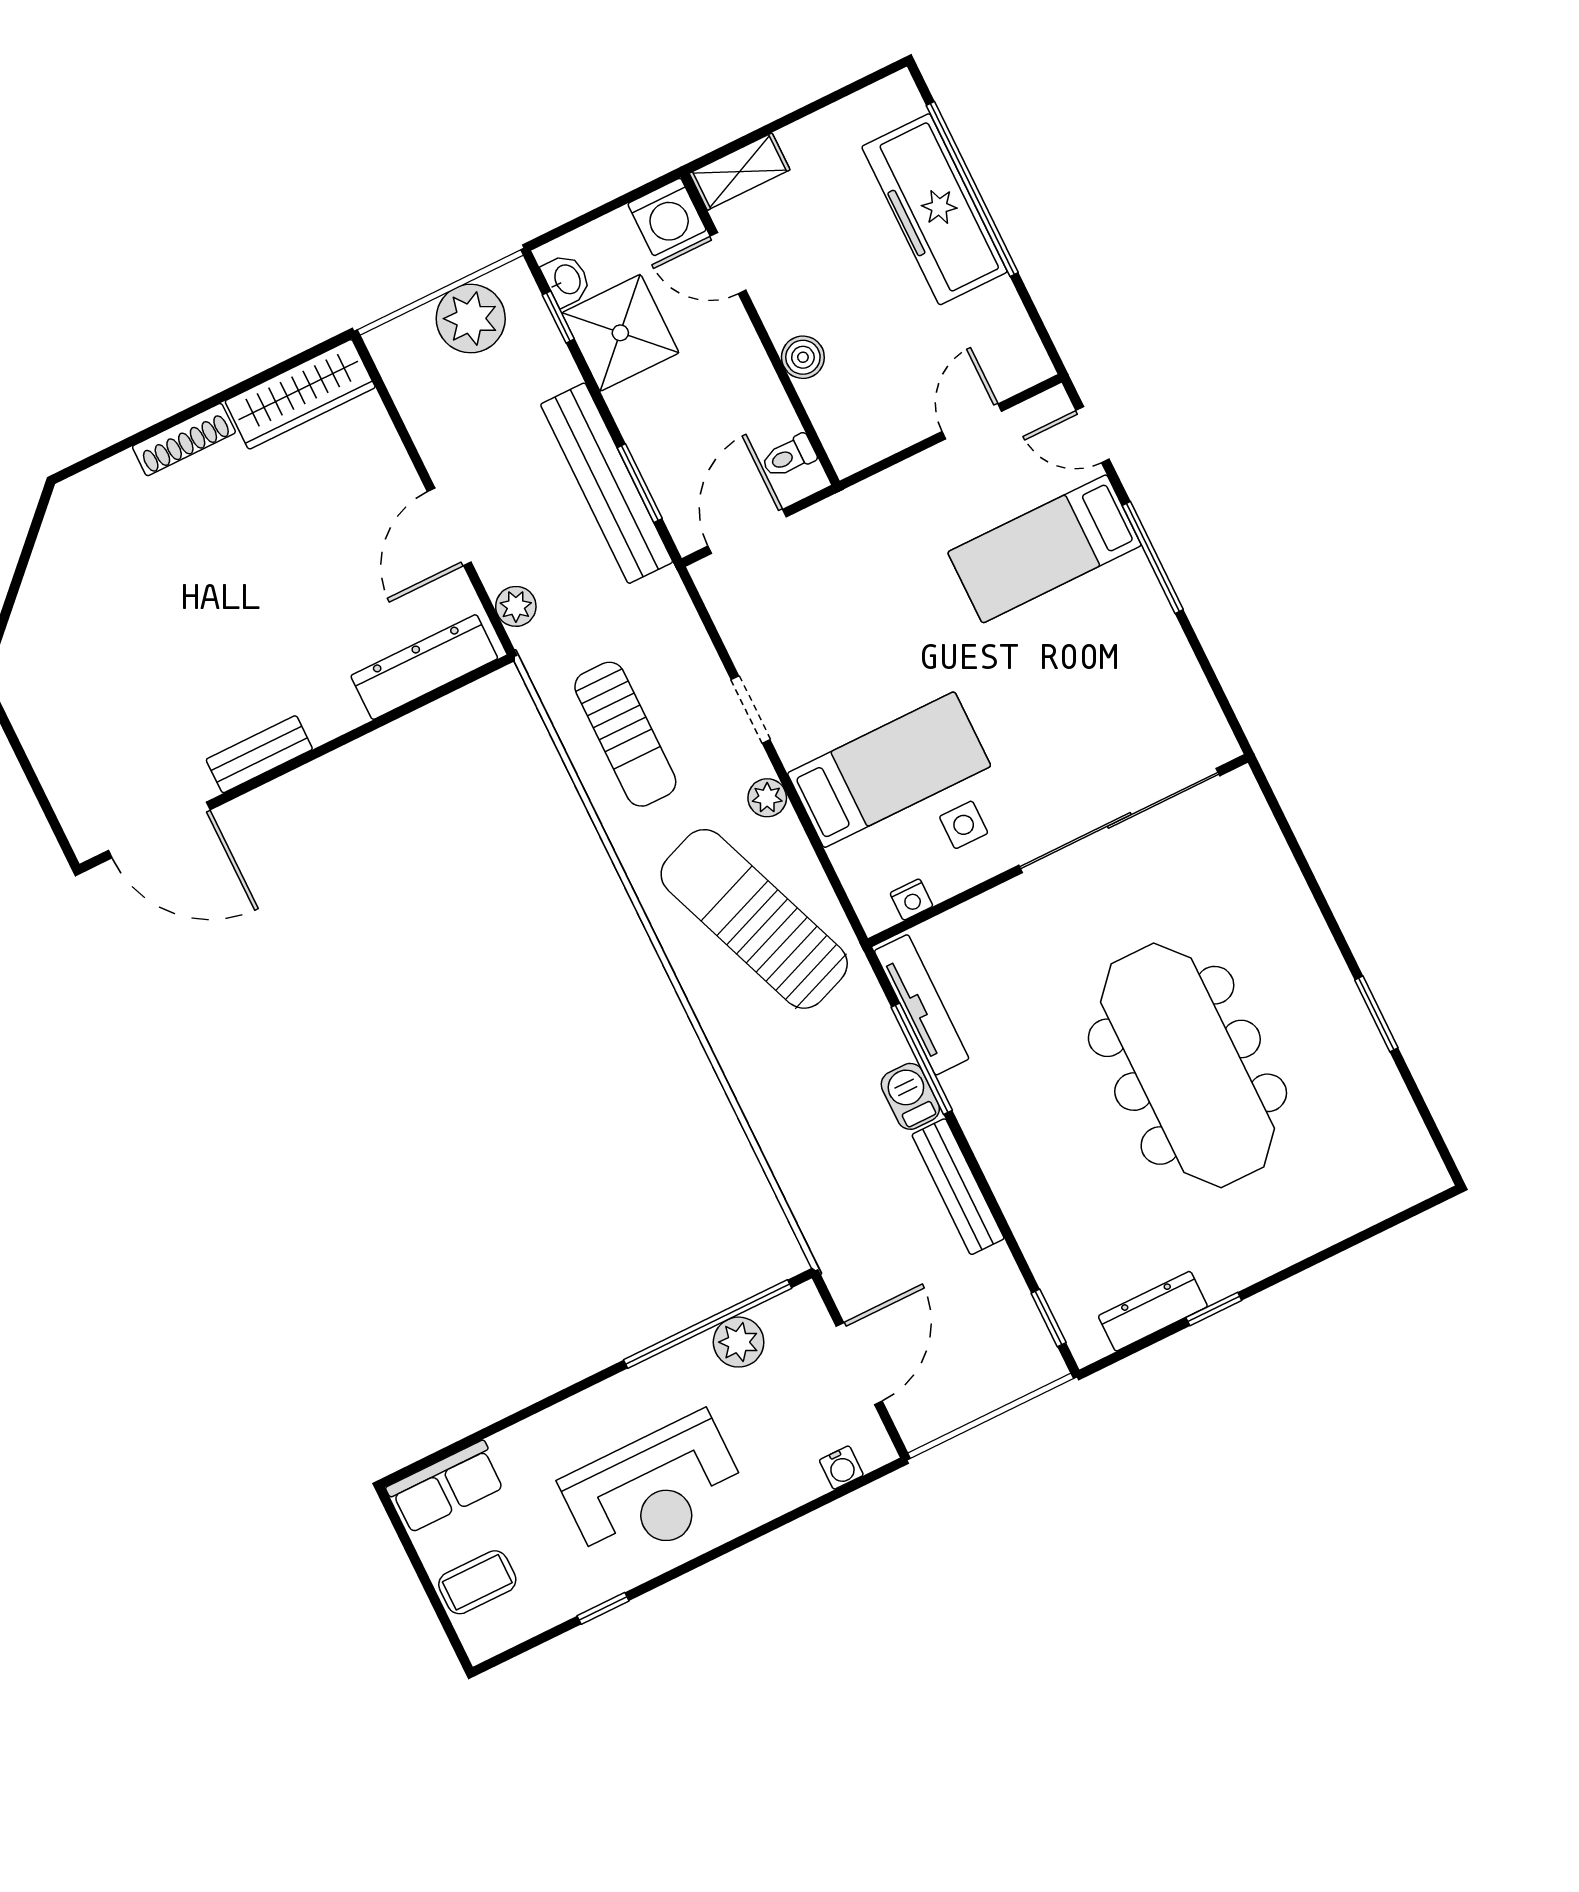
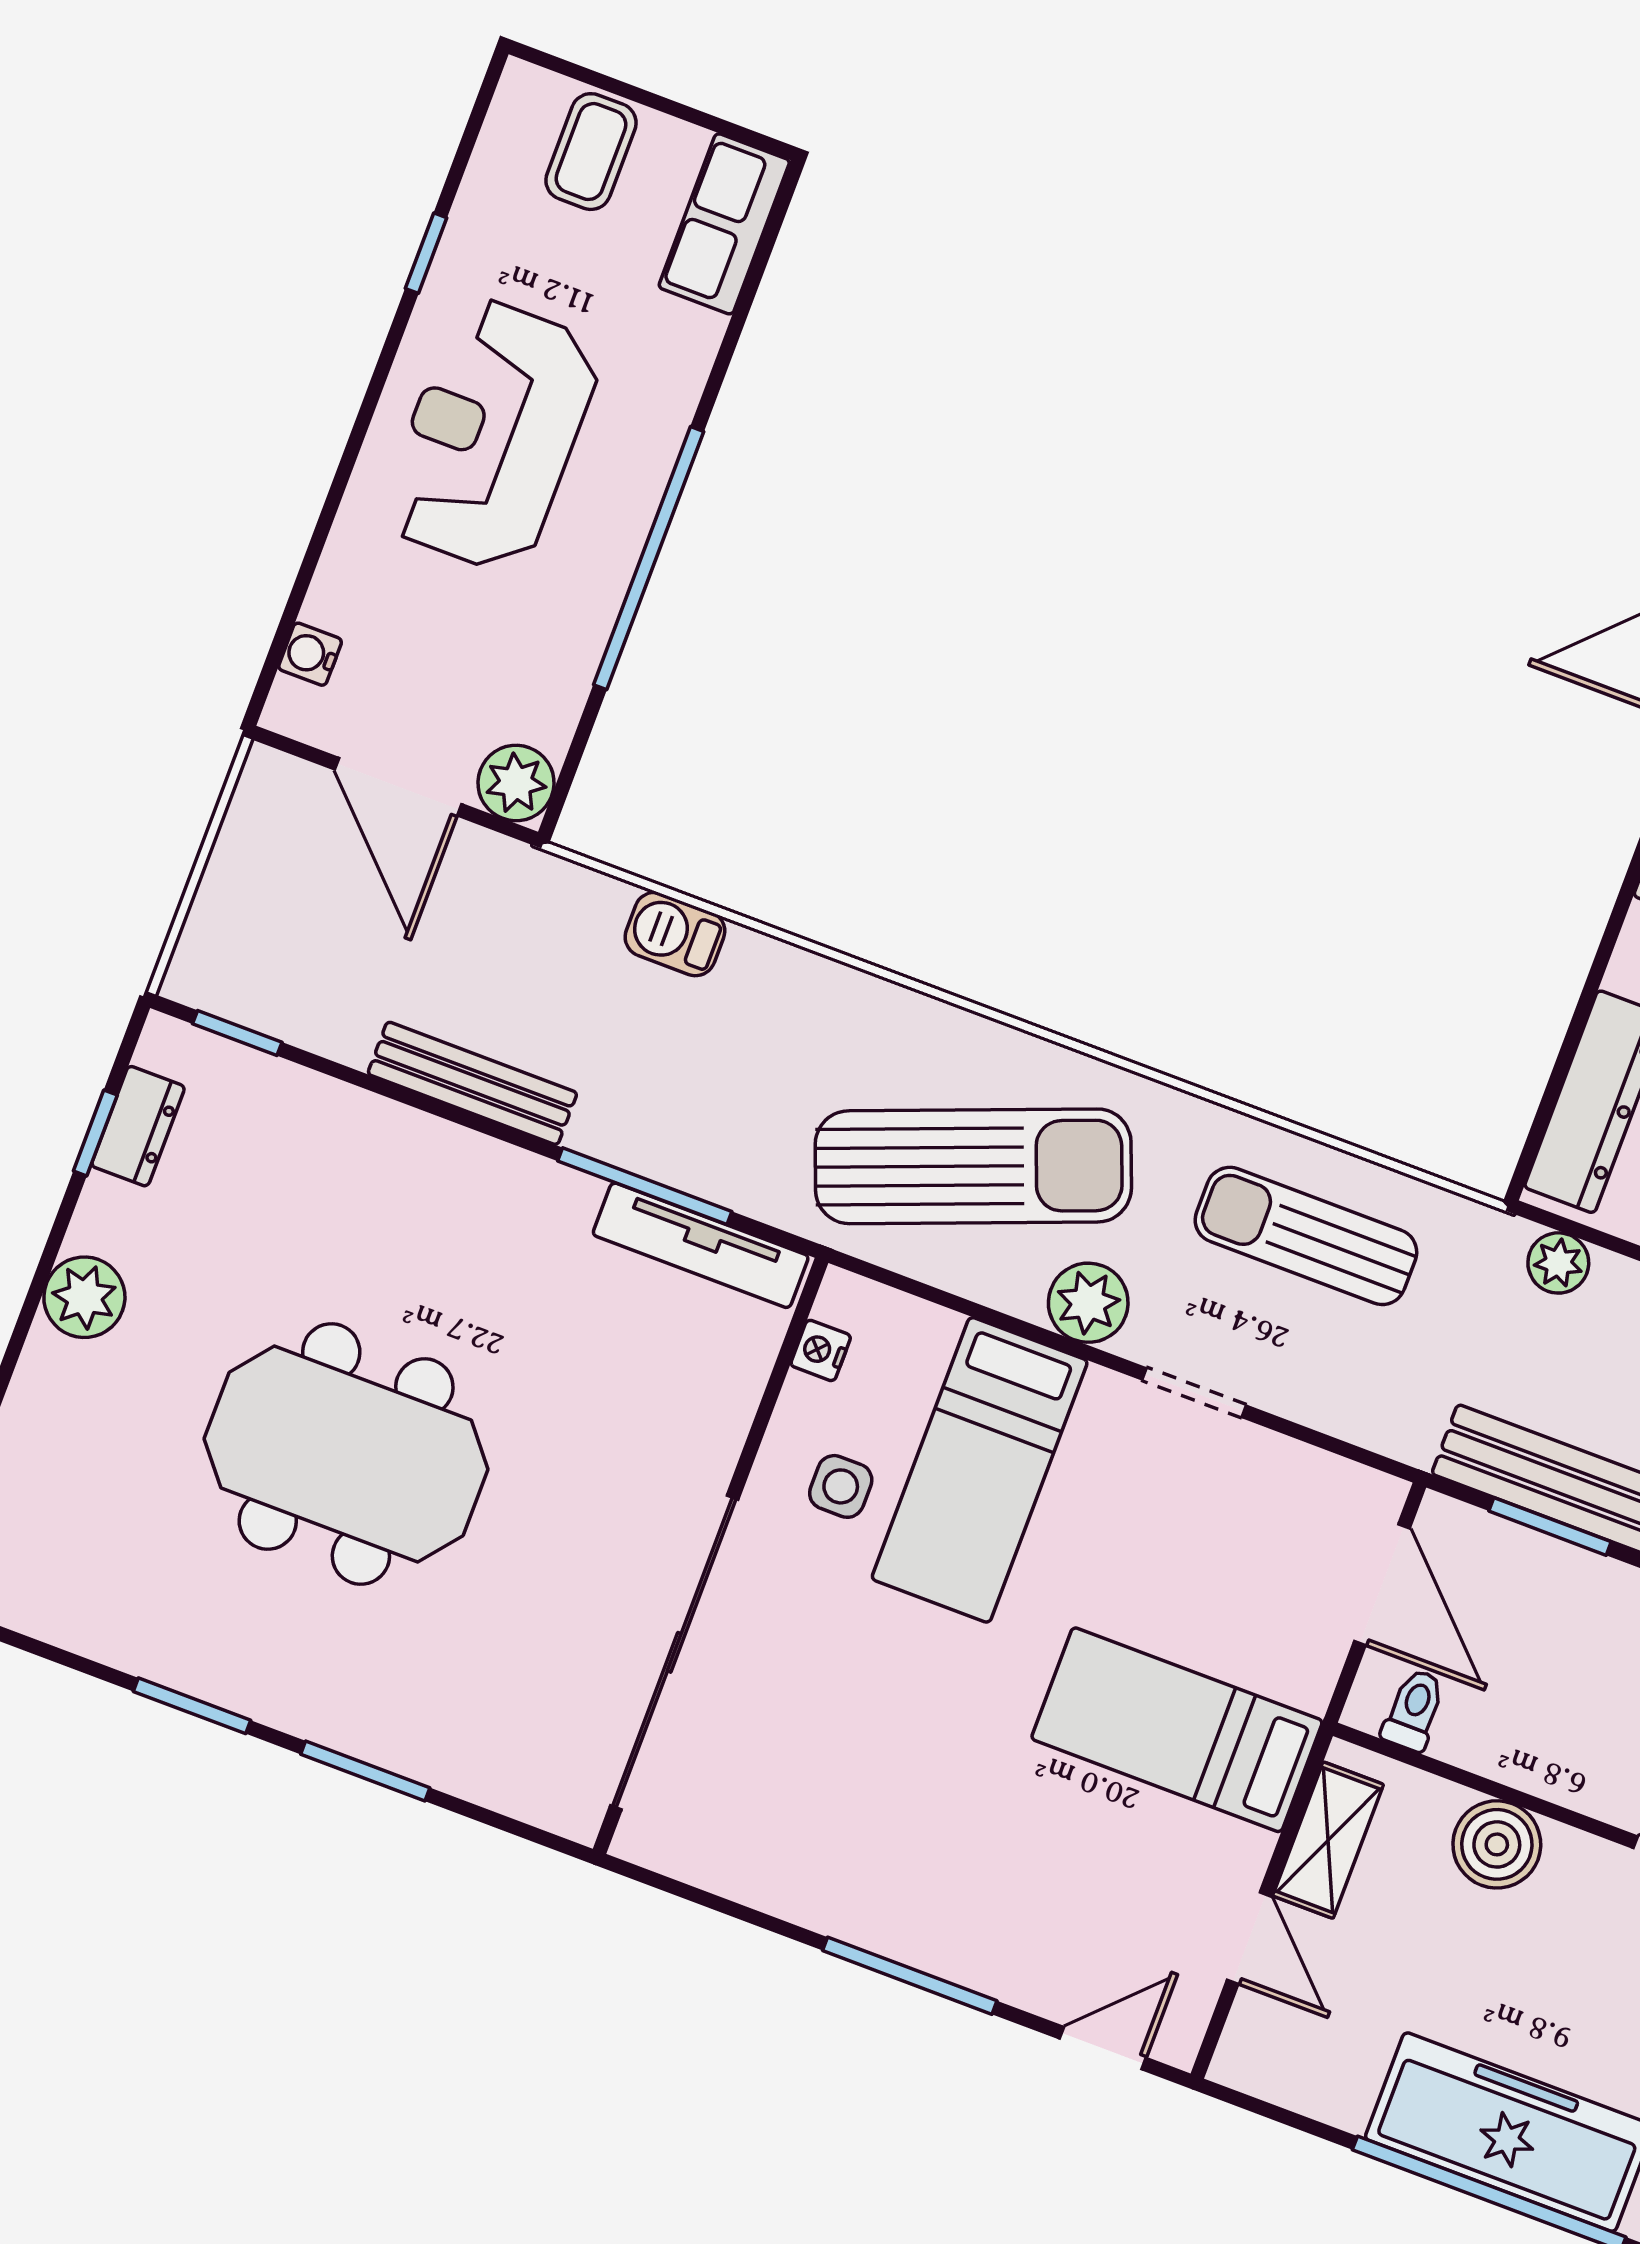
boiler: (803, 357) -> (1497, 1844), width x1.36, depth x1.36
shelving: (889, 433) -> (1328, 1840), added
bed: (1045, 549) -> (1177, 1730), moved, turned -90
plant: (767, 798) -> (1088, 1303), width x1.38, depth x1.38
window: (1322, 904) -> (365, 1771), added
meeting table: (1187, 1065) -> (346, 1454), width x0.73
barbecue: (910, 1096) -> (675, 934), moved, turned 180
plant: (1242, 1260) -> (84, 1297), added
window: (1214, 1309) -> (95, 1133), moved
dresser: (1153, 1311) -> (138, 1126), width x0.70
window: (708, 1324) -> (649, 558), moved
plant: (739, 1342) -> (516, 783), moved

